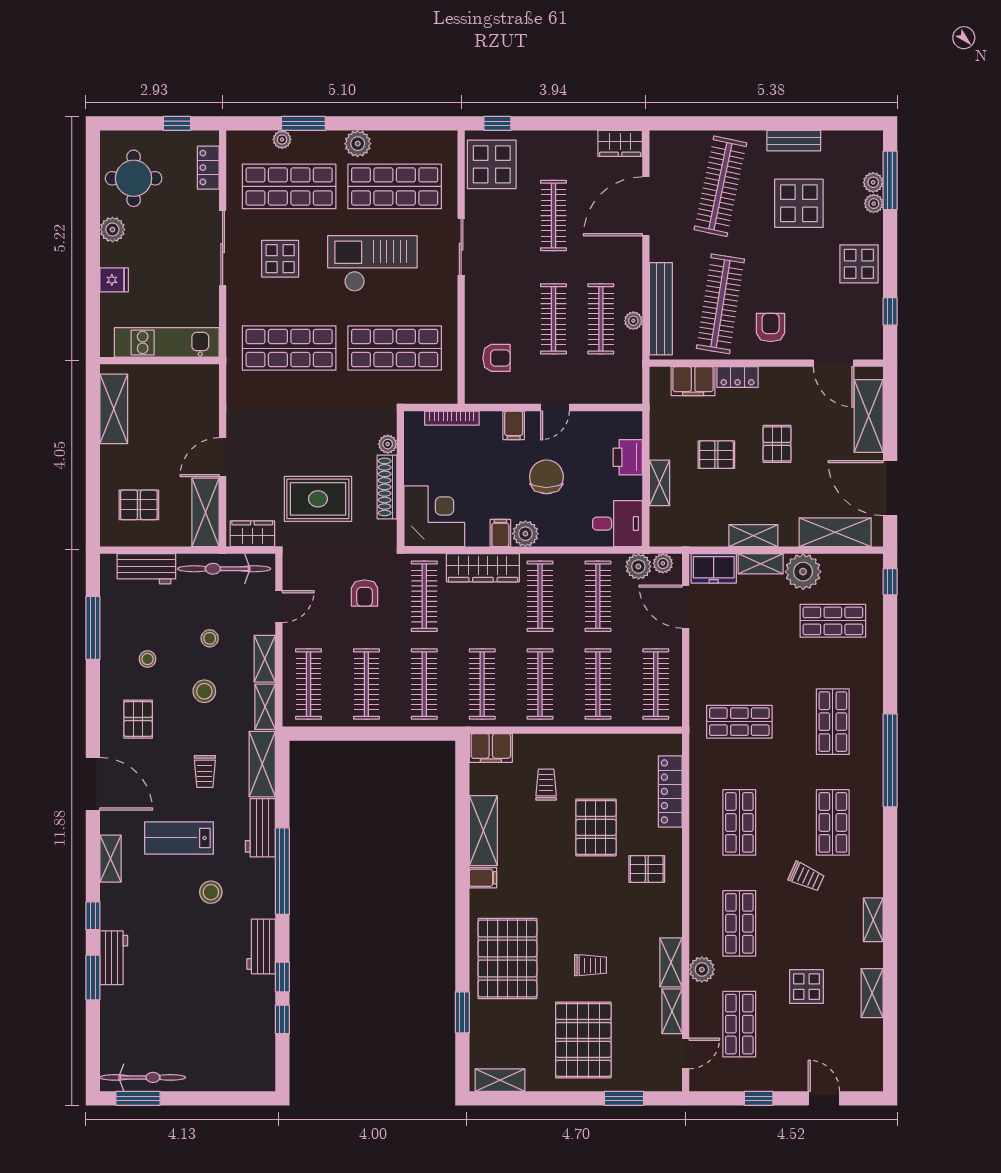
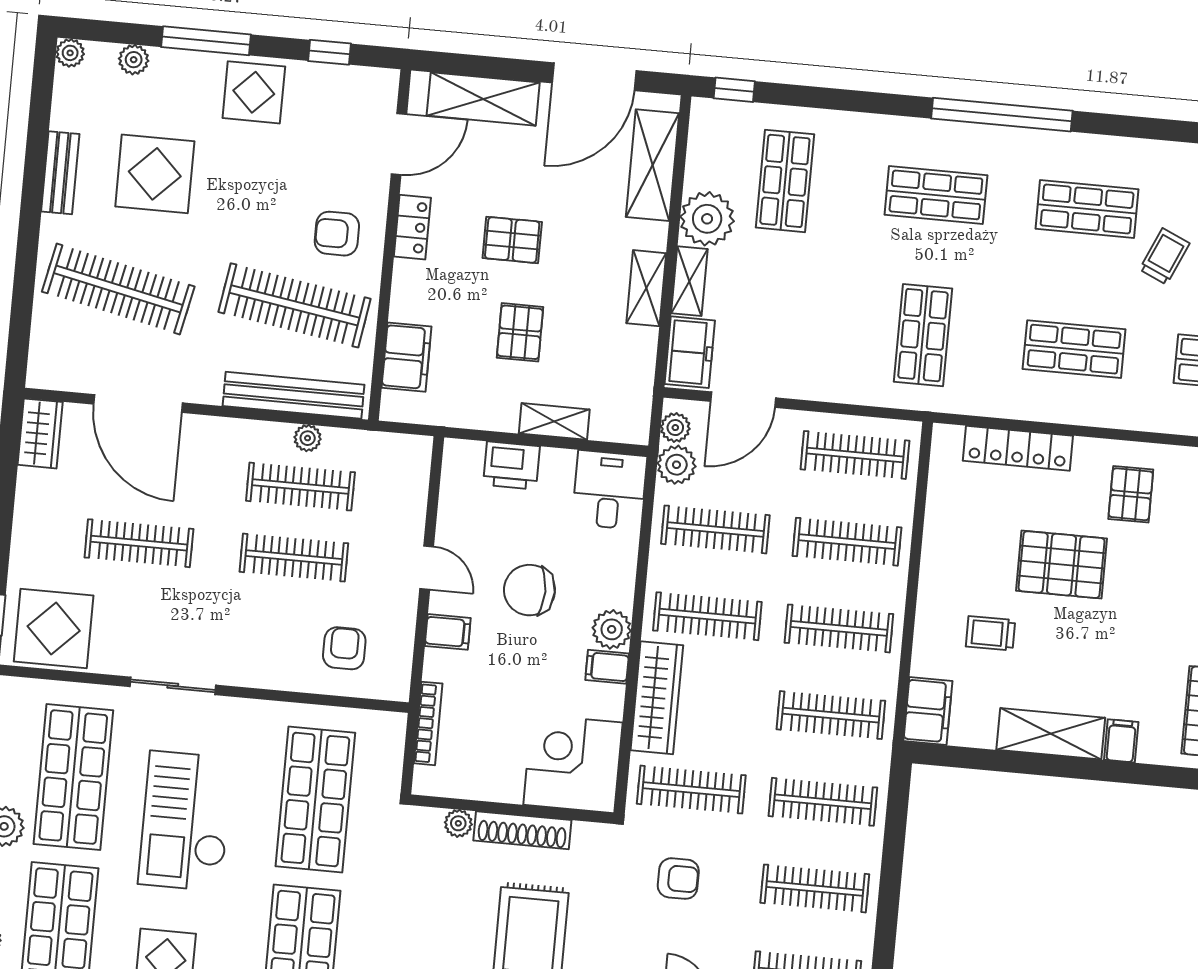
window: (890, 180) -> (206, 41), moved
plant: (874, 204) -> (70, 53), moved
locker: (738, 377) -> (412, 227), moved

